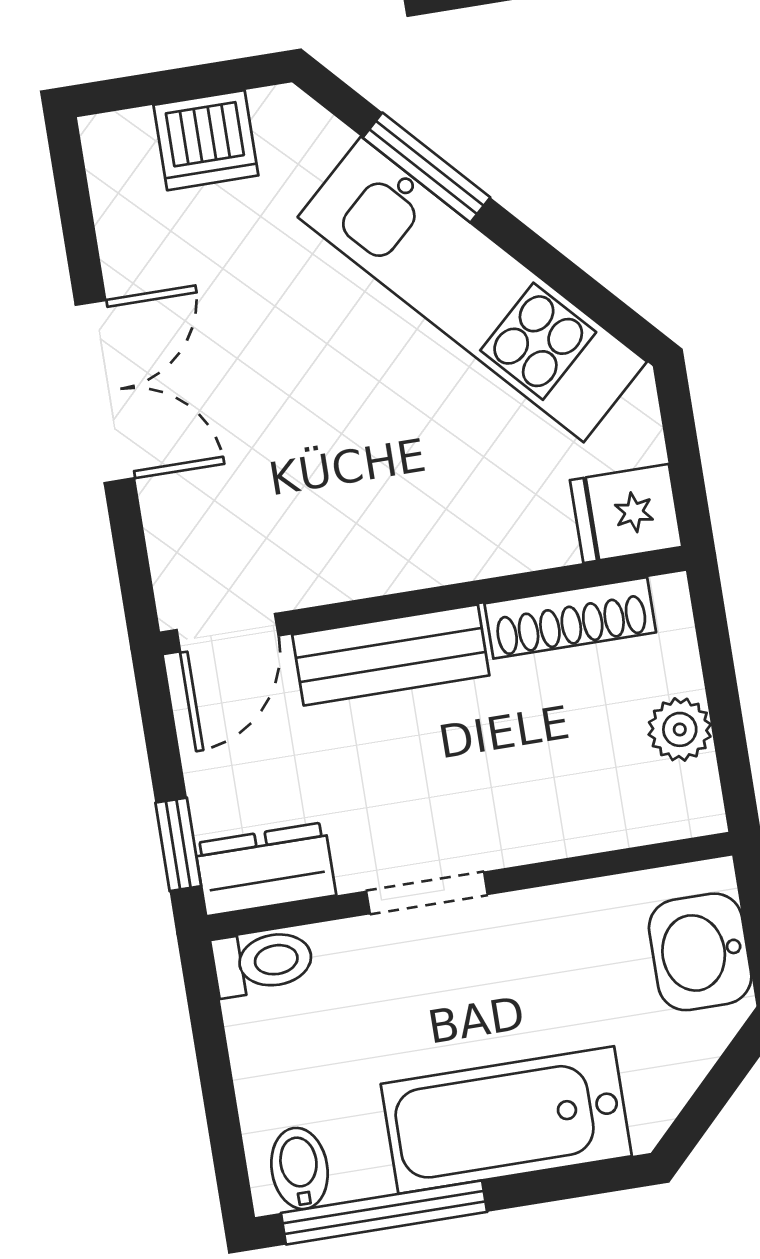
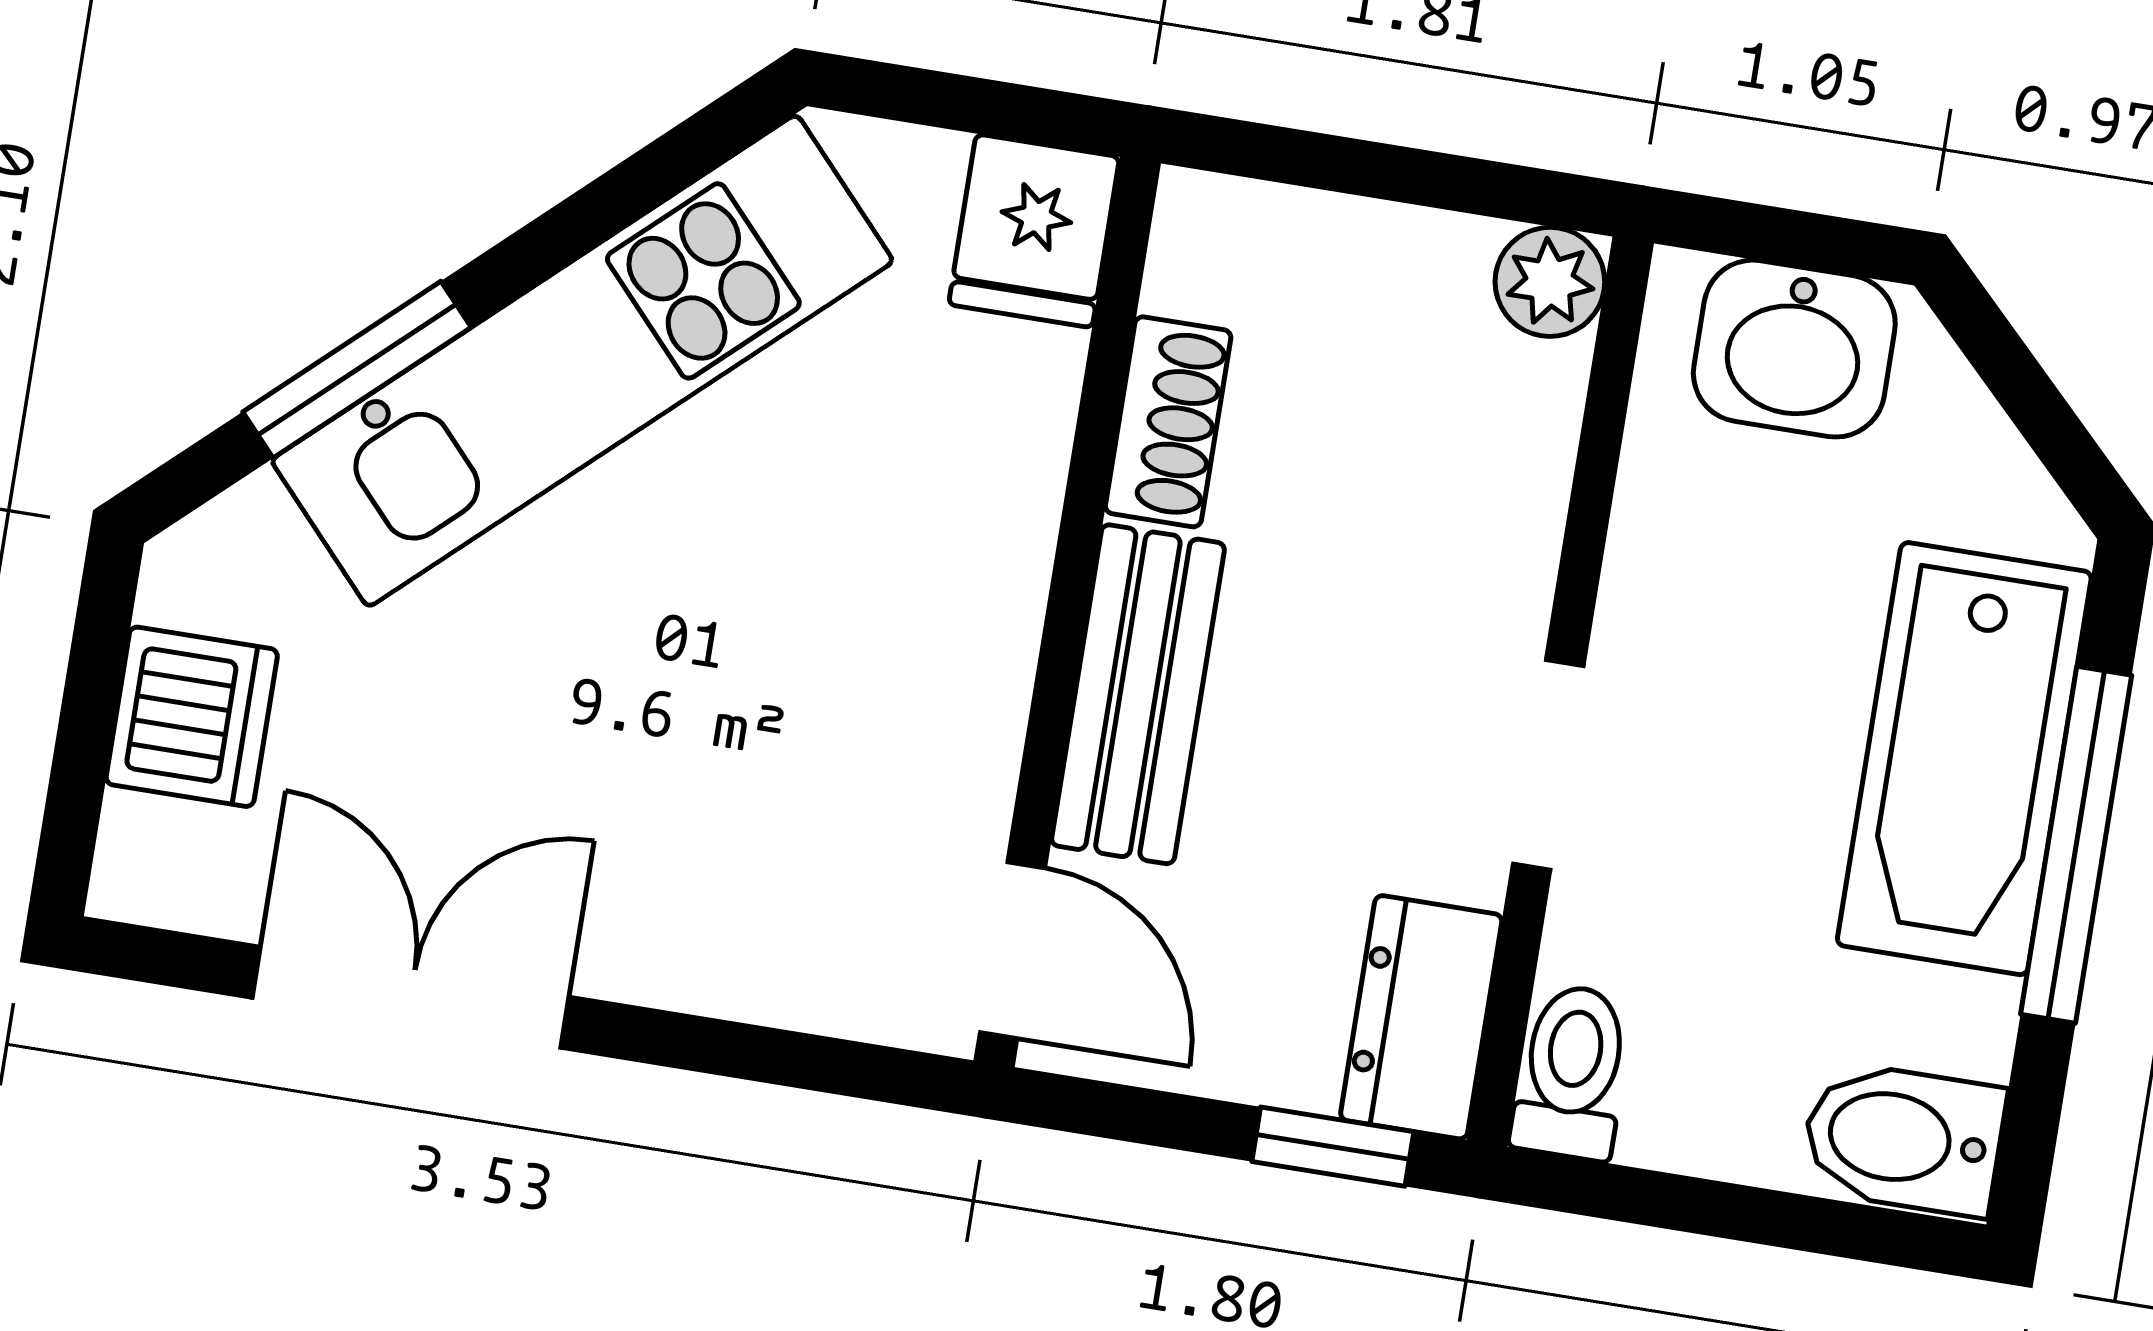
double door: (105, 392) -> (411, 997), moved
shoe rack: (570, 618) -> (1168, 422), width x0.70
plant: (680, 729) -> (1550, 282), moved
bidet: (299, 1168) -> (1903, 1139), width x1.38, depth x1.36
window: (384, 1212) -> (2076, 845), moved

